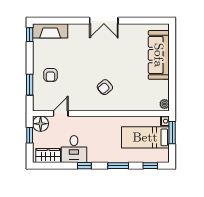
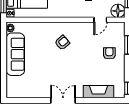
fireplace: (50, 31) -> (99, 92), moved
sofa: (159, 55) -> (15, 54), moved

